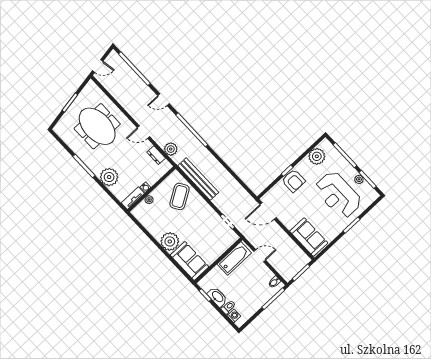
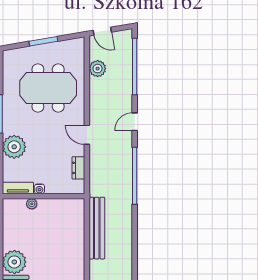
door: (163, 100) -> (135, 122), hinge flipped
meeting table: (97, 126) -> (48, 88), turned 90
plant: (171, 149) -> (98, 69), moved
coffee table: (180, 196) -> (64, 228), removed

